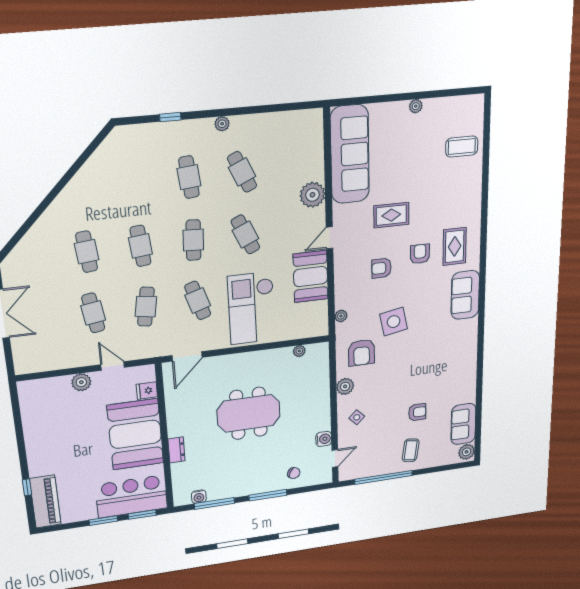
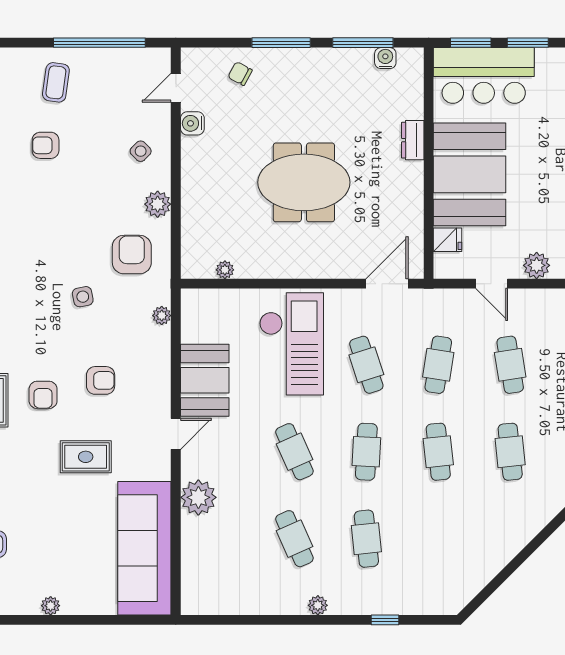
side table: (394, 322) -> (83, 297), width x0.54, depth x0.54

